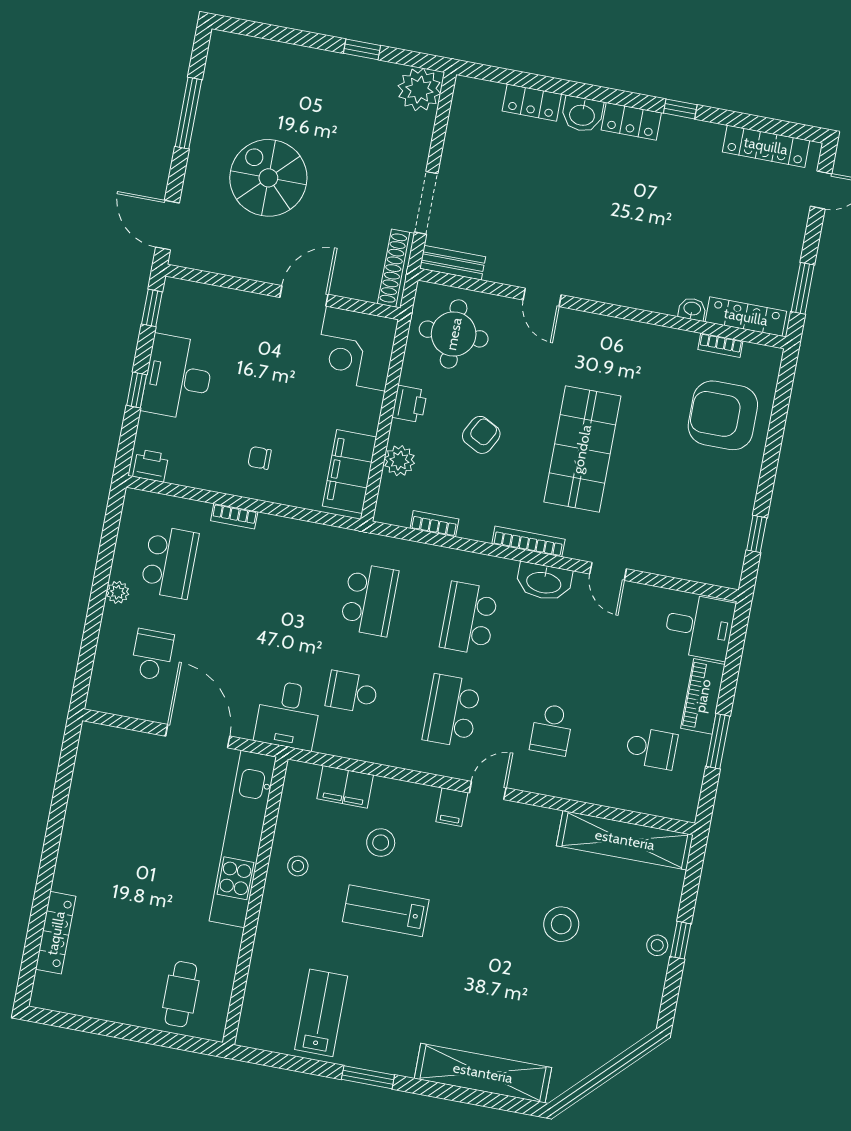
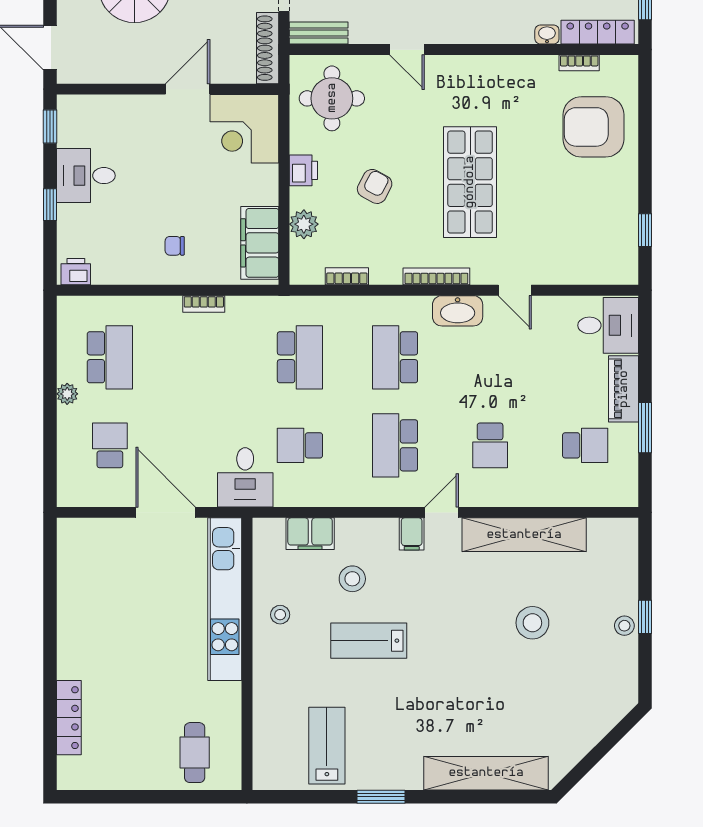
desk: (178, 377) -> (86, 176), width x0.73
bookcase: (234, 516) -> (204, 304), moved
shelving: (625, 840) -> (524, 535), moved

